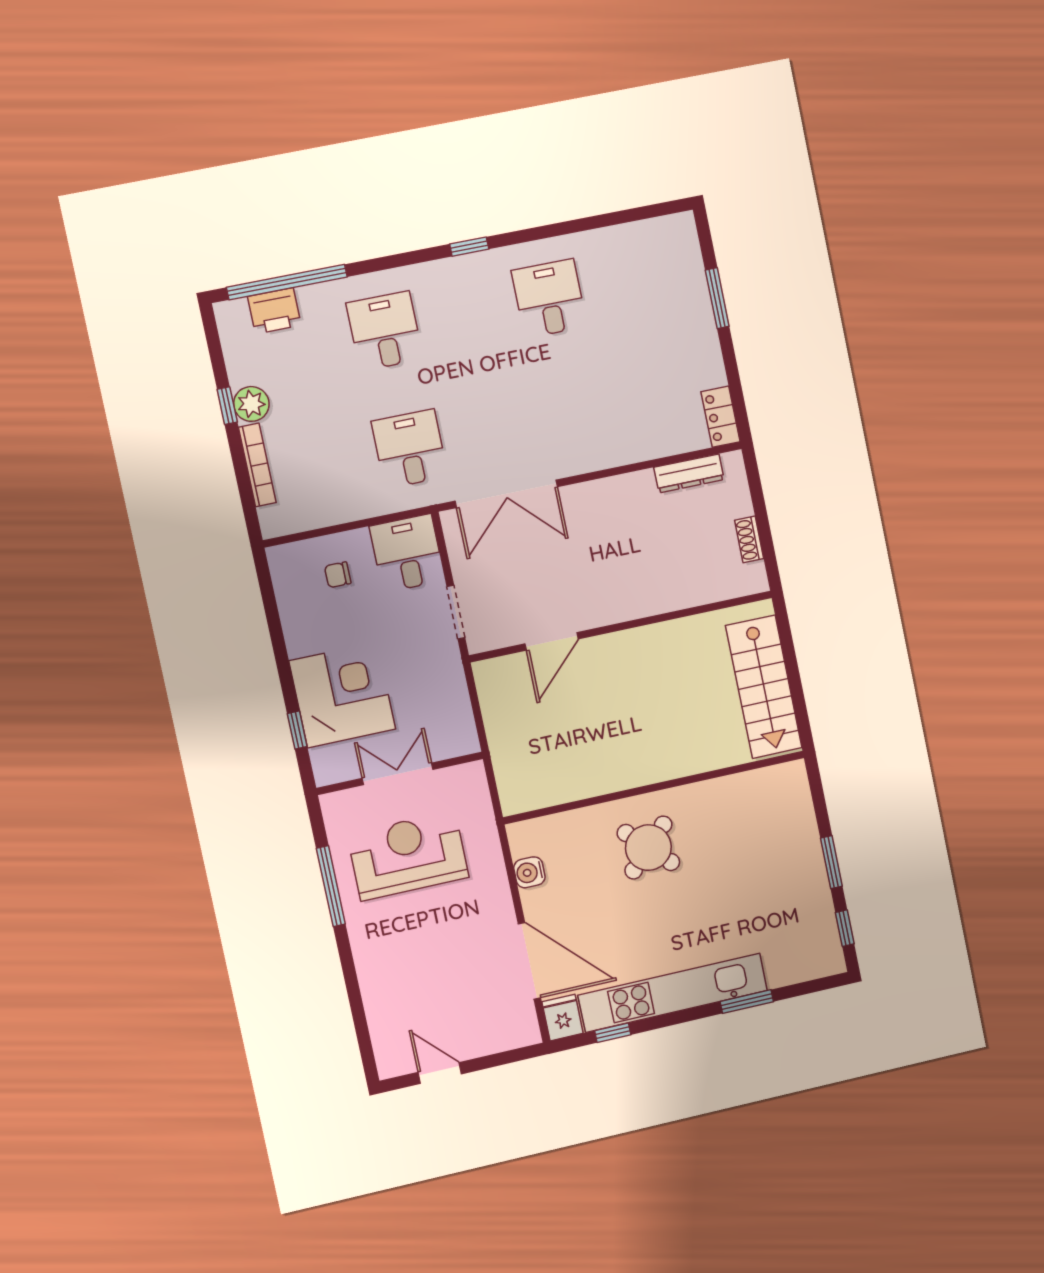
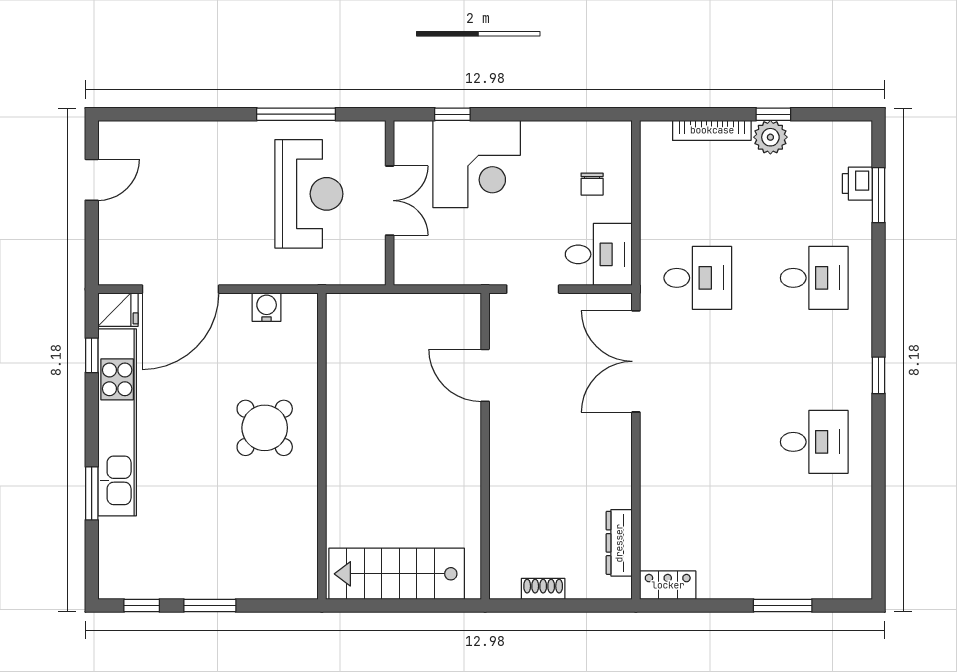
window: (287, 282) -> (878, 195), width x0.47
printer: (274, 311) -> (857, 184), width x0.73, depth x0.81
chair: (338, 575) -> (592, 184), turned 180

